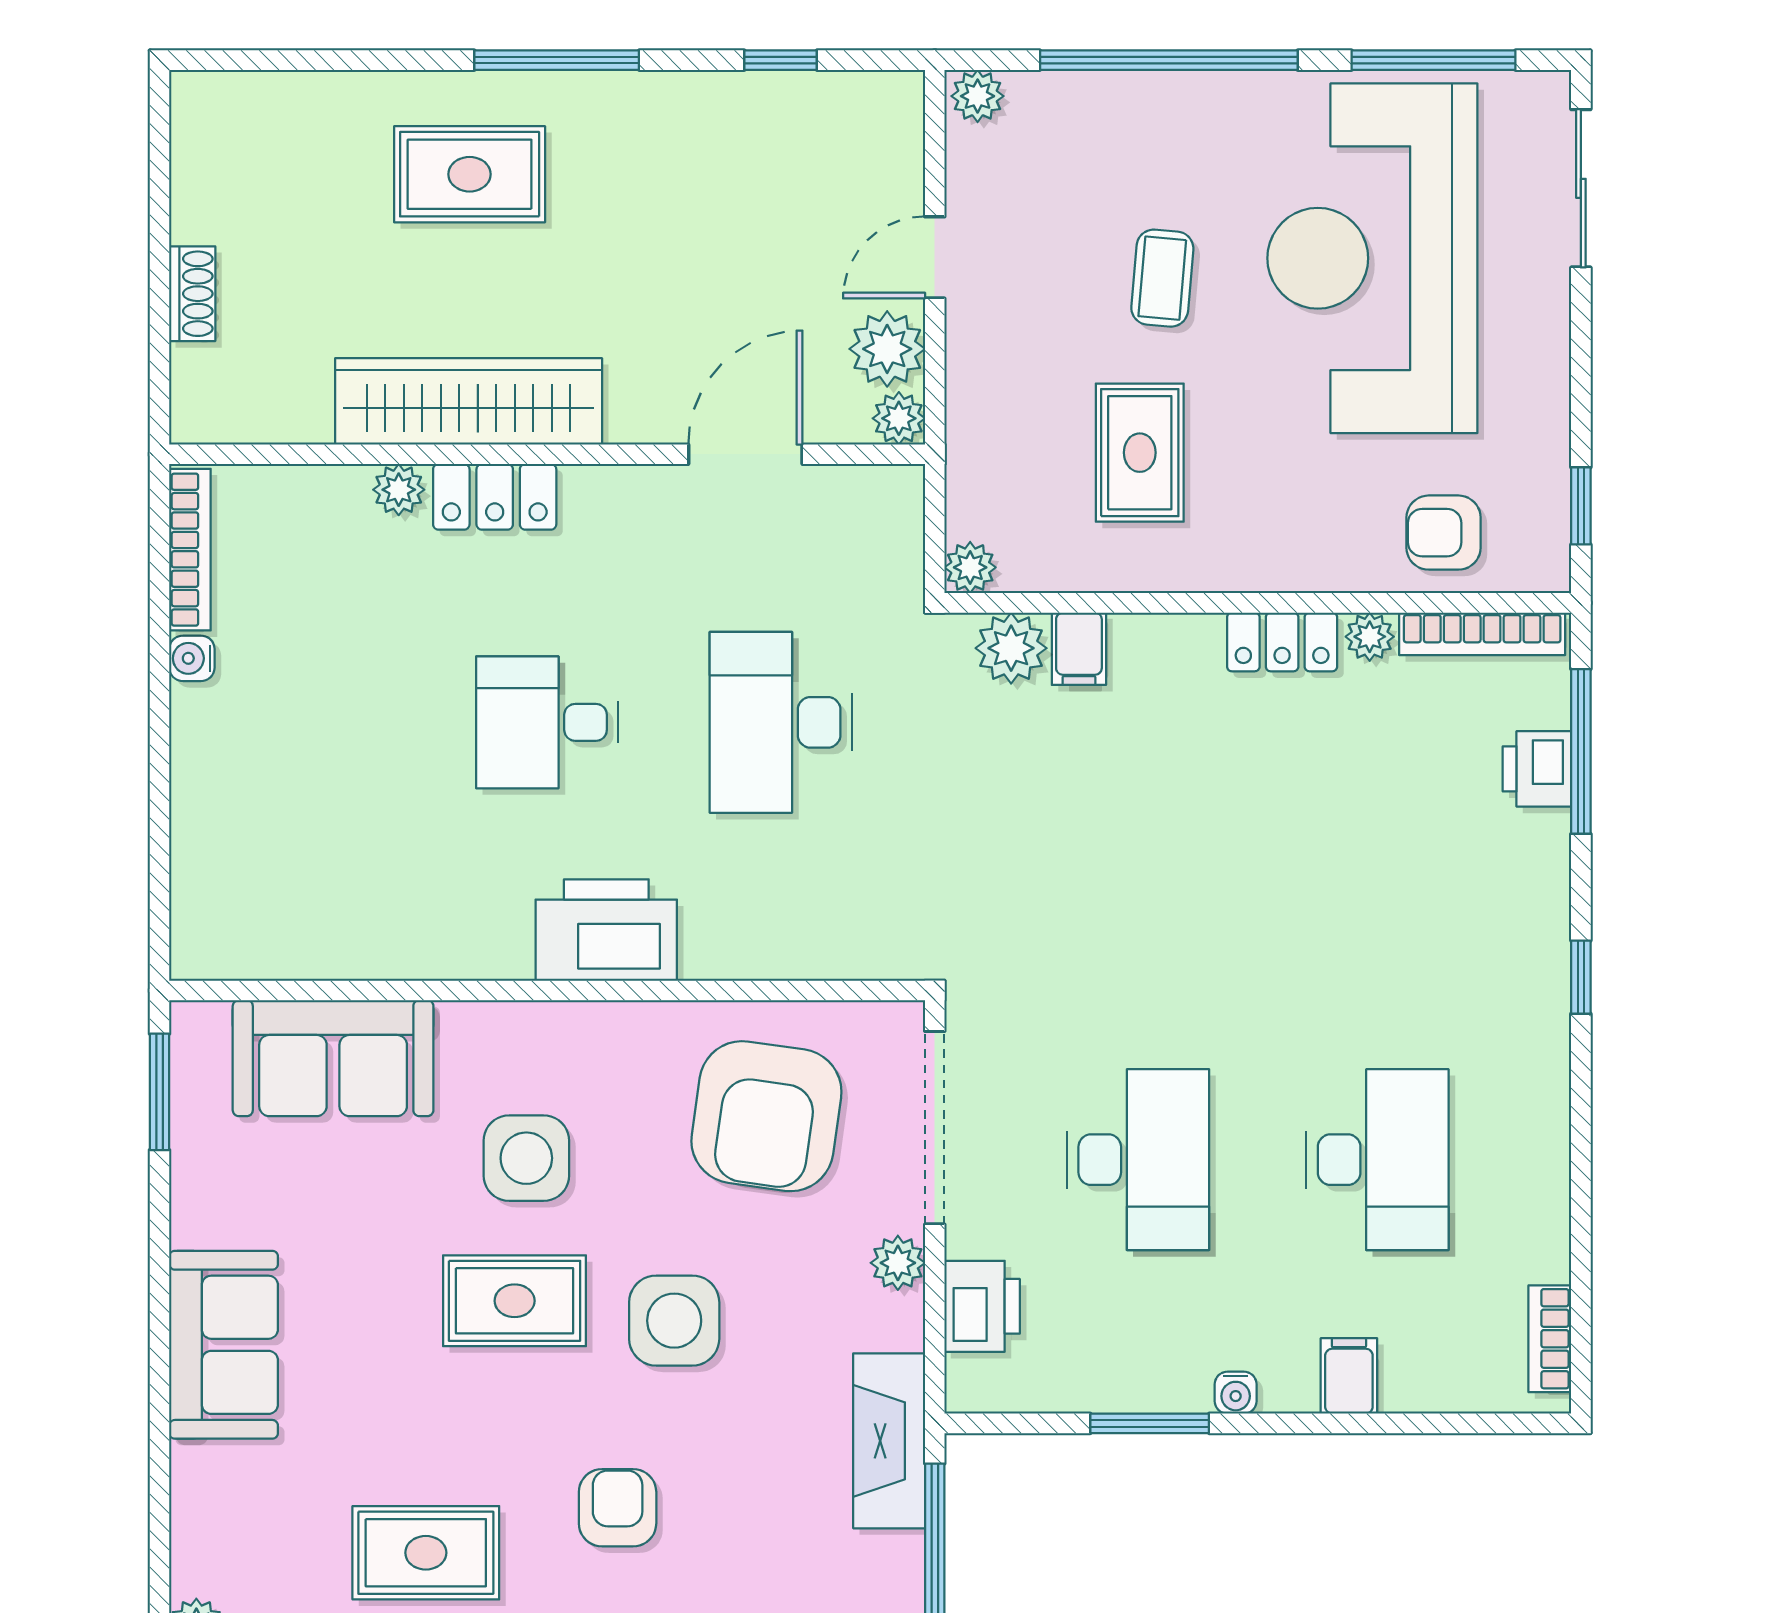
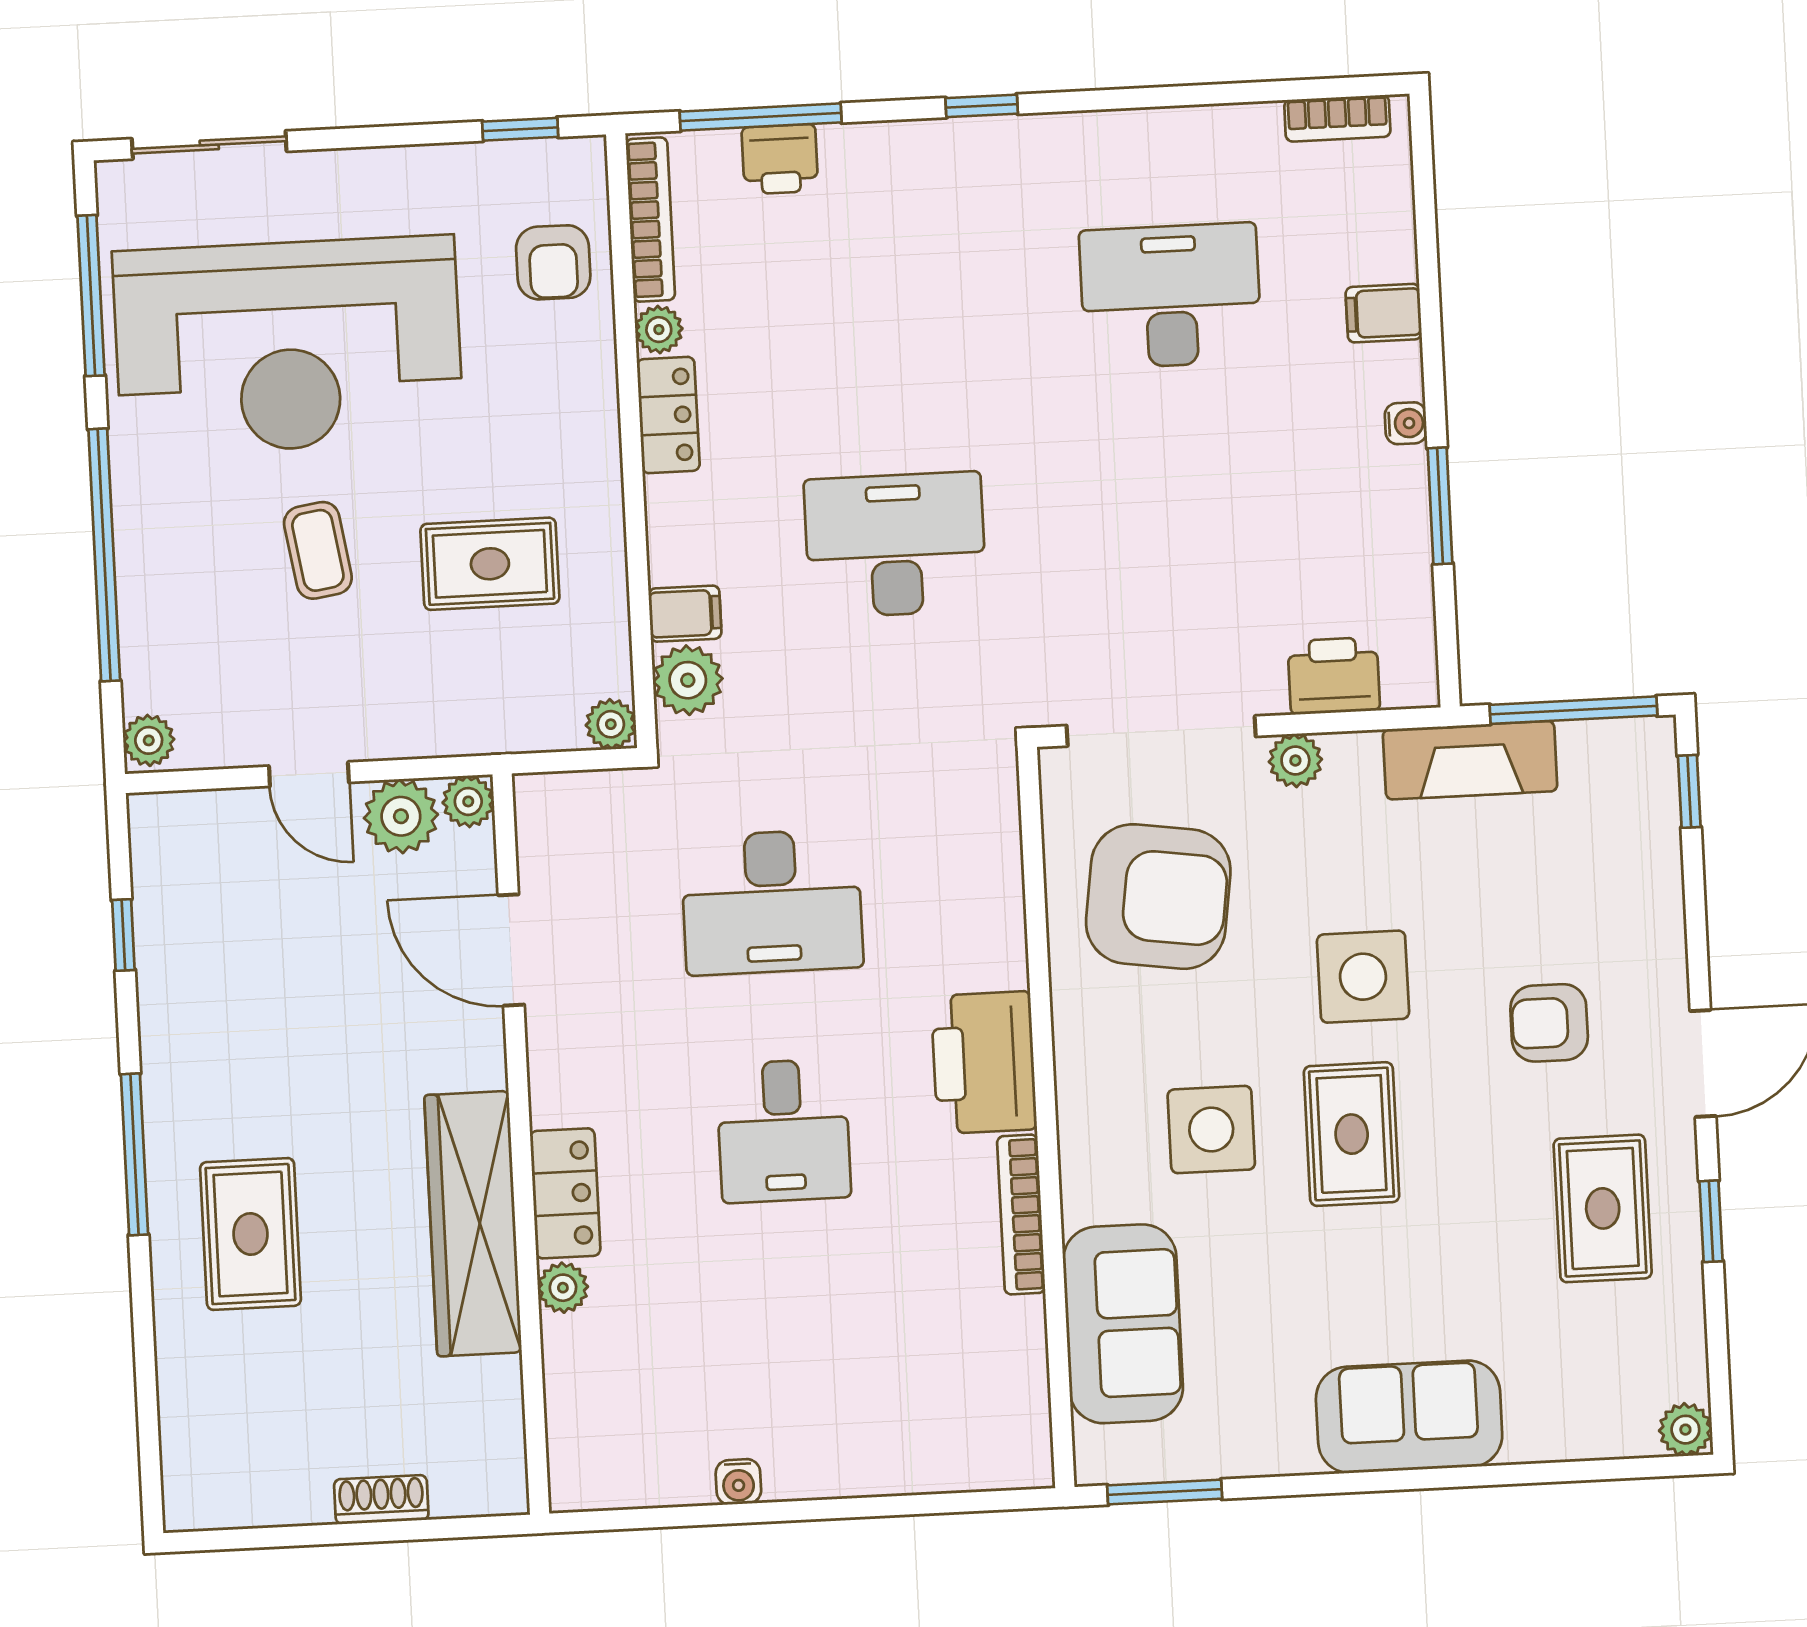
coffee table: (1162, 278) -> (318, 550), turned 76
bookcase: (190, 550) -> (1021, 1215), moved, turned -90
desk: (1138, 1160) -> (895, 545), moved

